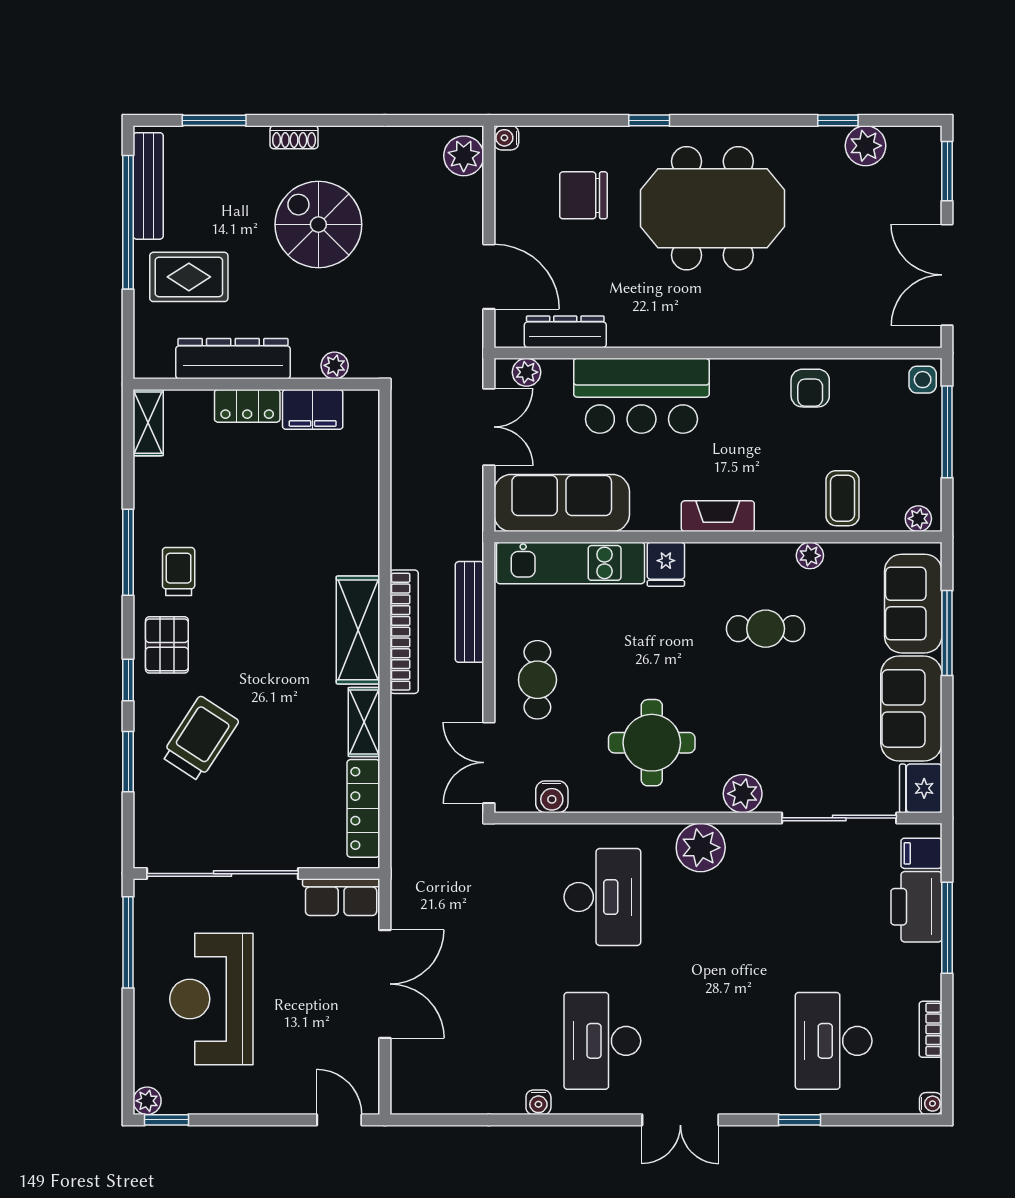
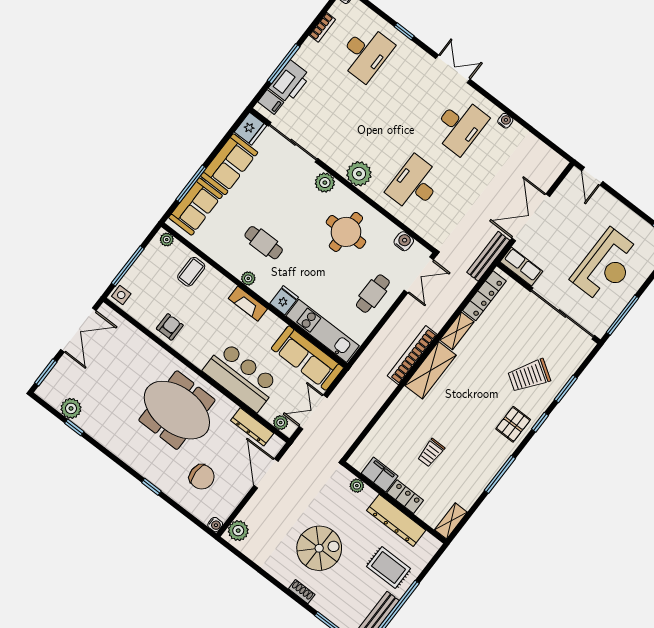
meeting table: (712, 208) -> (177, 410), moved
spiral stairs: (318, 225) -> (319, 548), turned -90
plant: (810, 556) -> (248, 278), moved
trolley: (179, 572) -> (431, 453), moved
bench: (470, 612) -> (488, 256), moved

